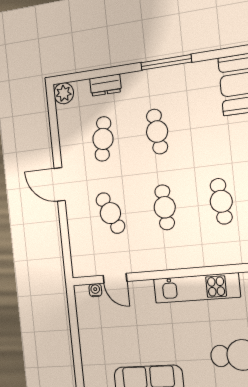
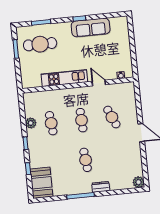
dresser: (105, 85) -> (101, 187), moved
cafe table: (103, 139) -> (116, 157), removed
door: (115, 278) -> (99, 83), moved

